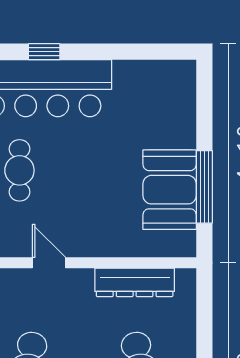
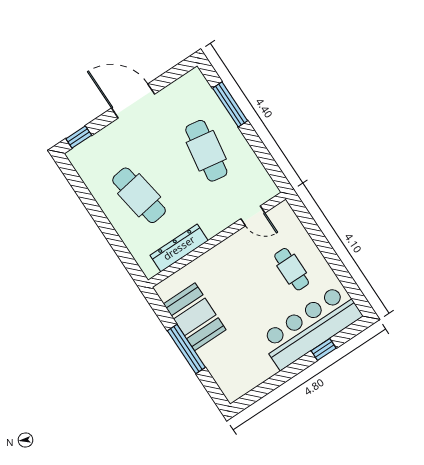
window: (204, 187) -> (186, 349), moved
door: (49, 263) -> (253, 216), moved

